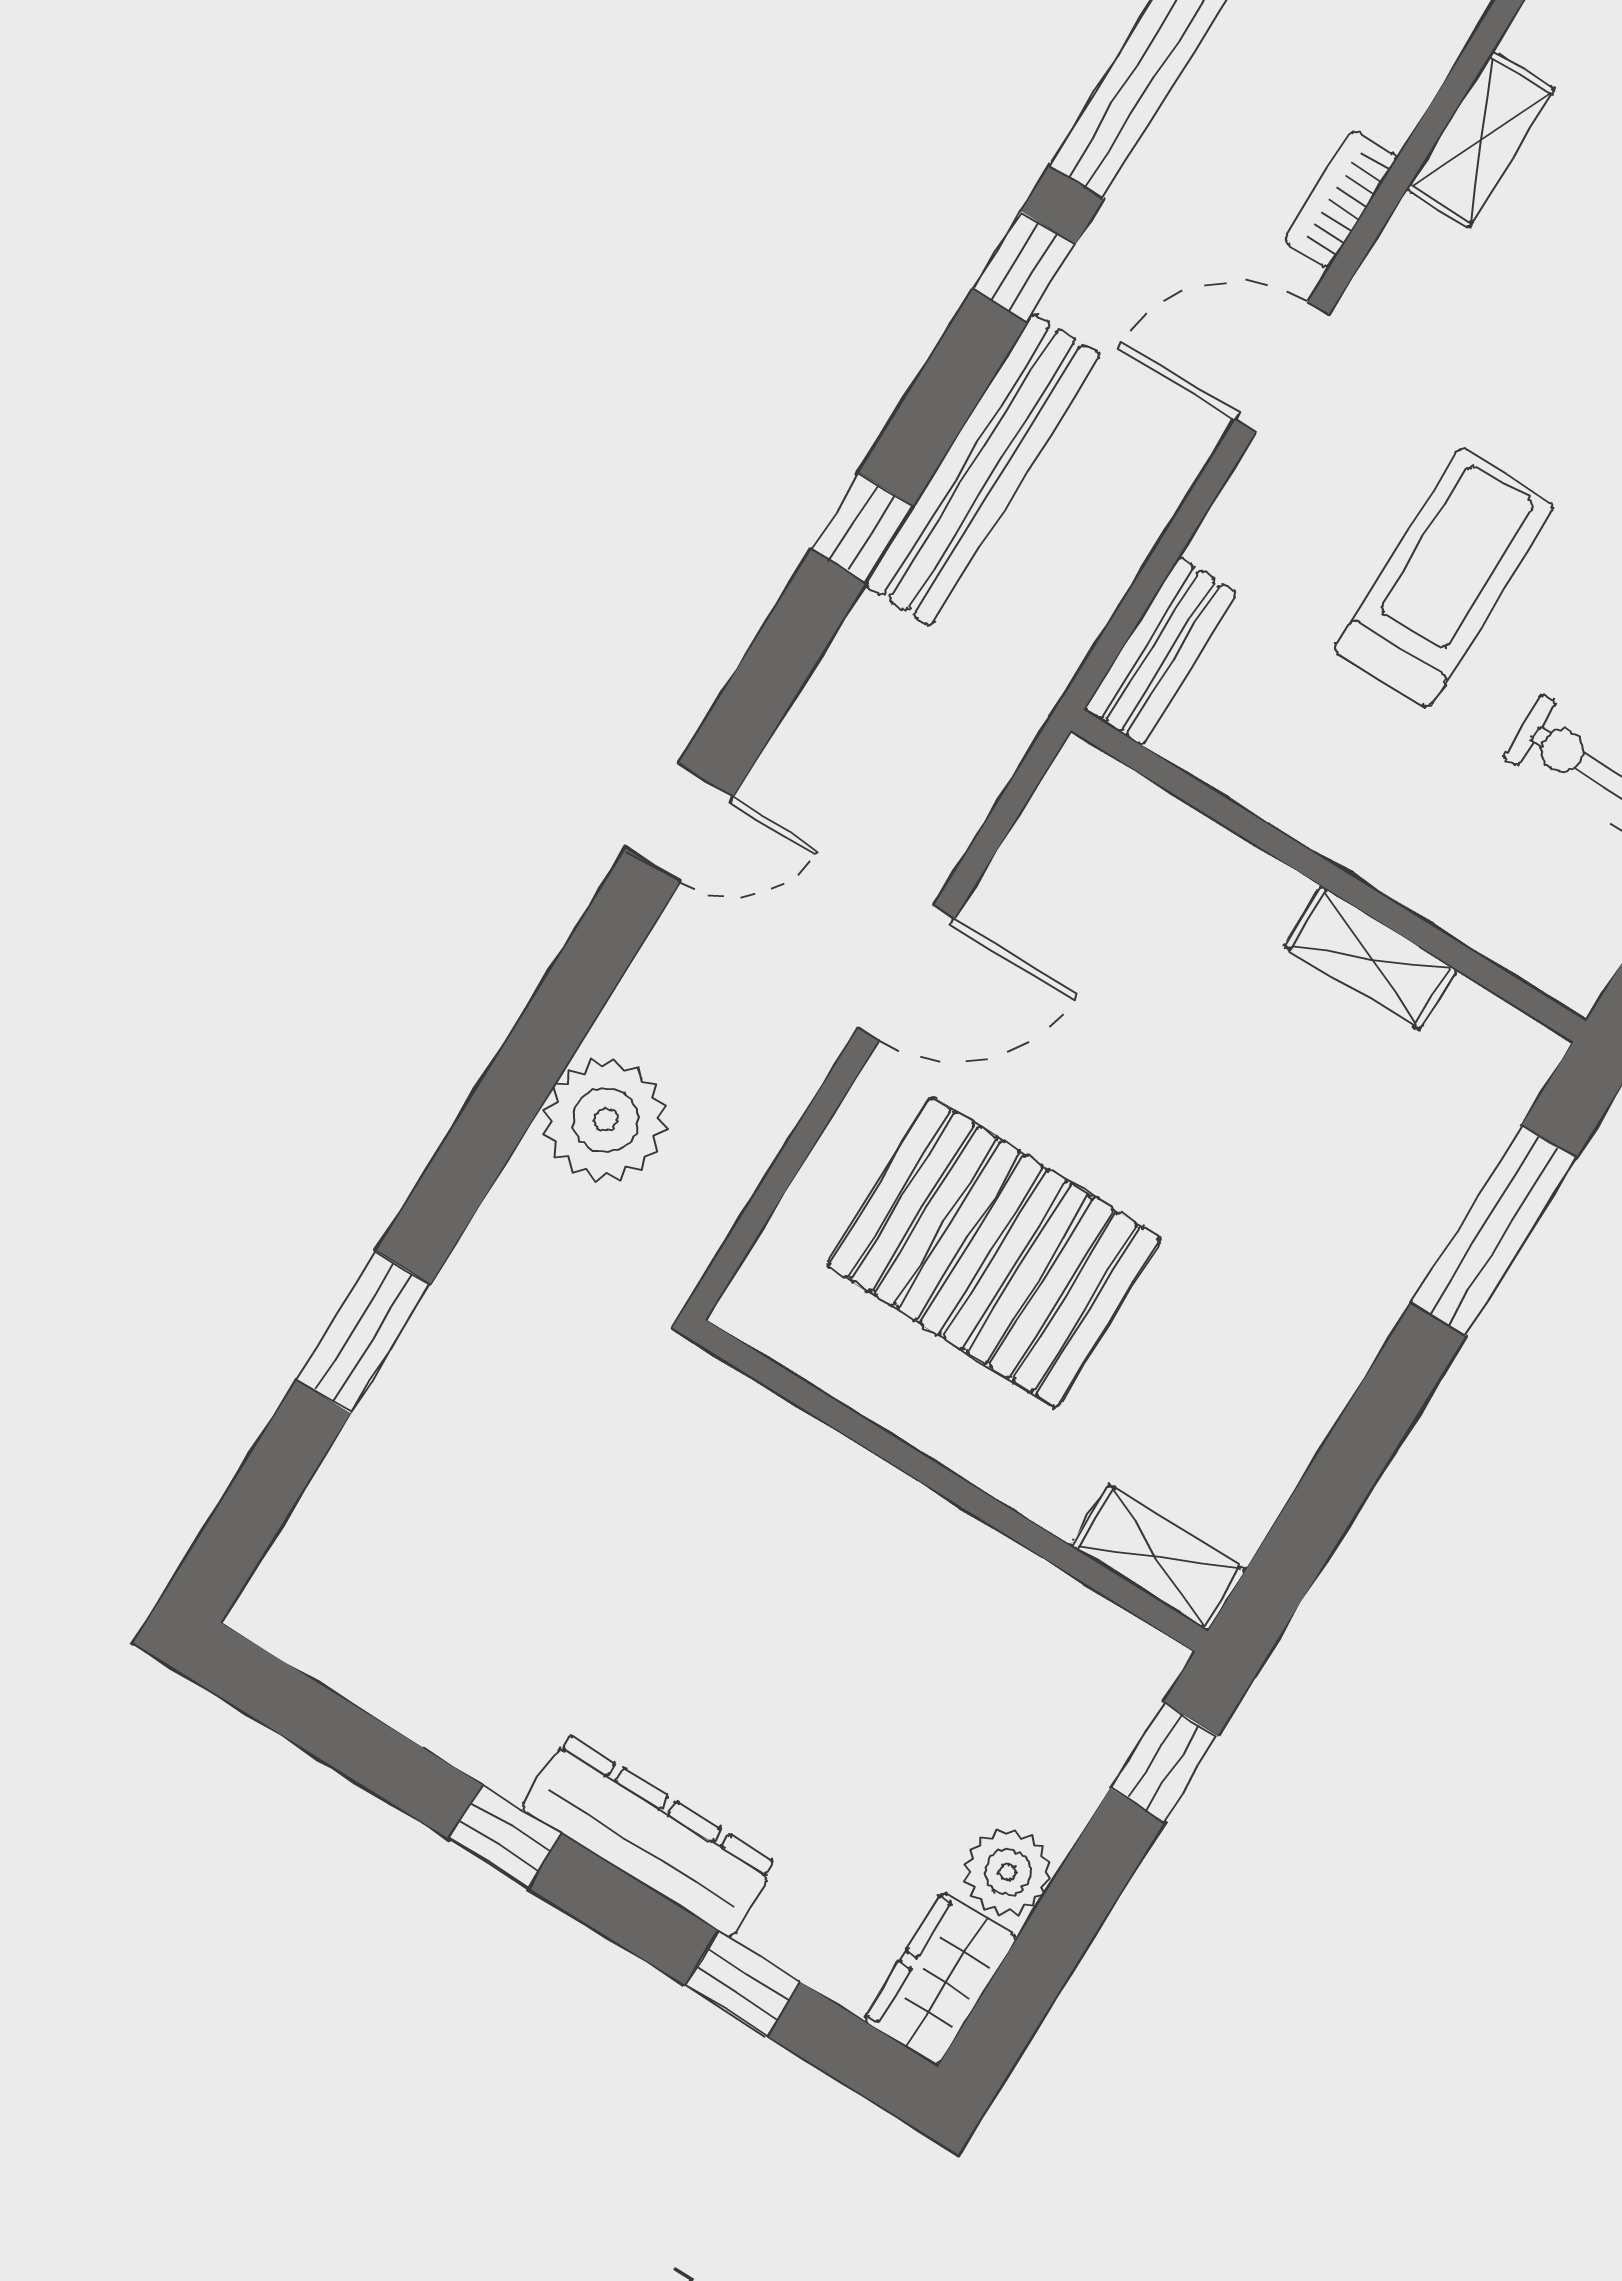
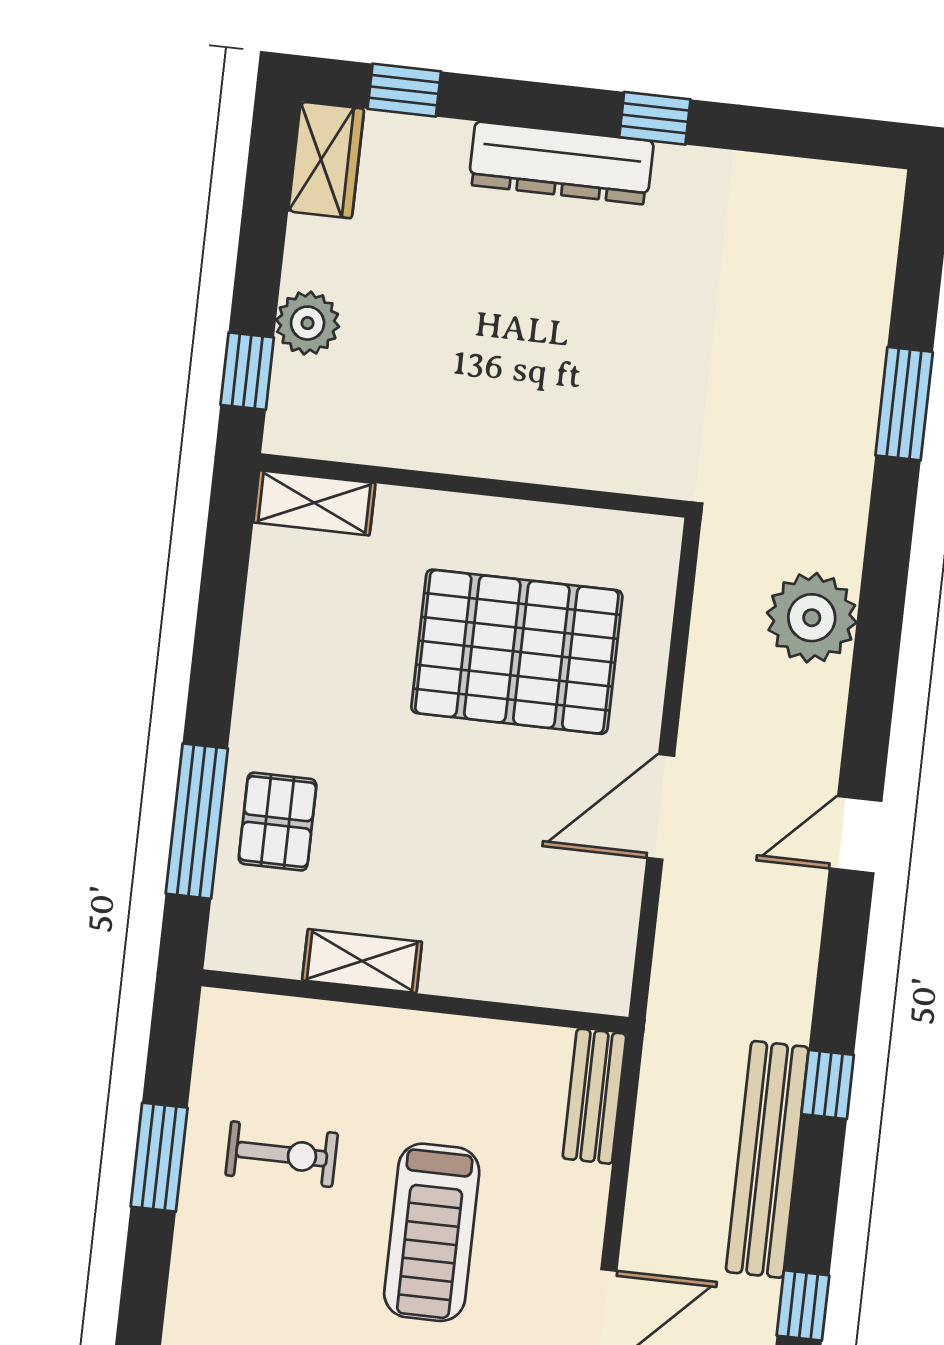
pallet: (1393, 1182) -> (278, 822), added
plant: (1007, 1872) -> (308, 323), moved
window: (743, 1983) -> (404, 90), moved

